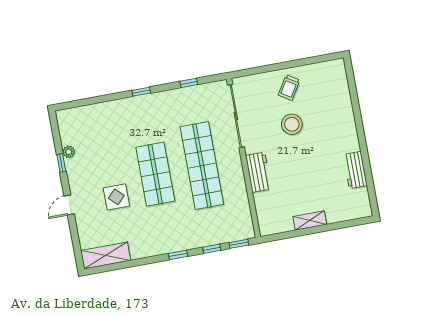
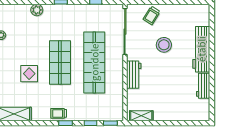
trolley: (289, 88) -> (152, 15), moved
plant: (111, 109) -> (37, 10), added
workbench: (344, 121) -> (201, 49), added
shelving: (310, 220) -> (141, 116), moved
trolley: (166, 243) -> (59, 113), added

